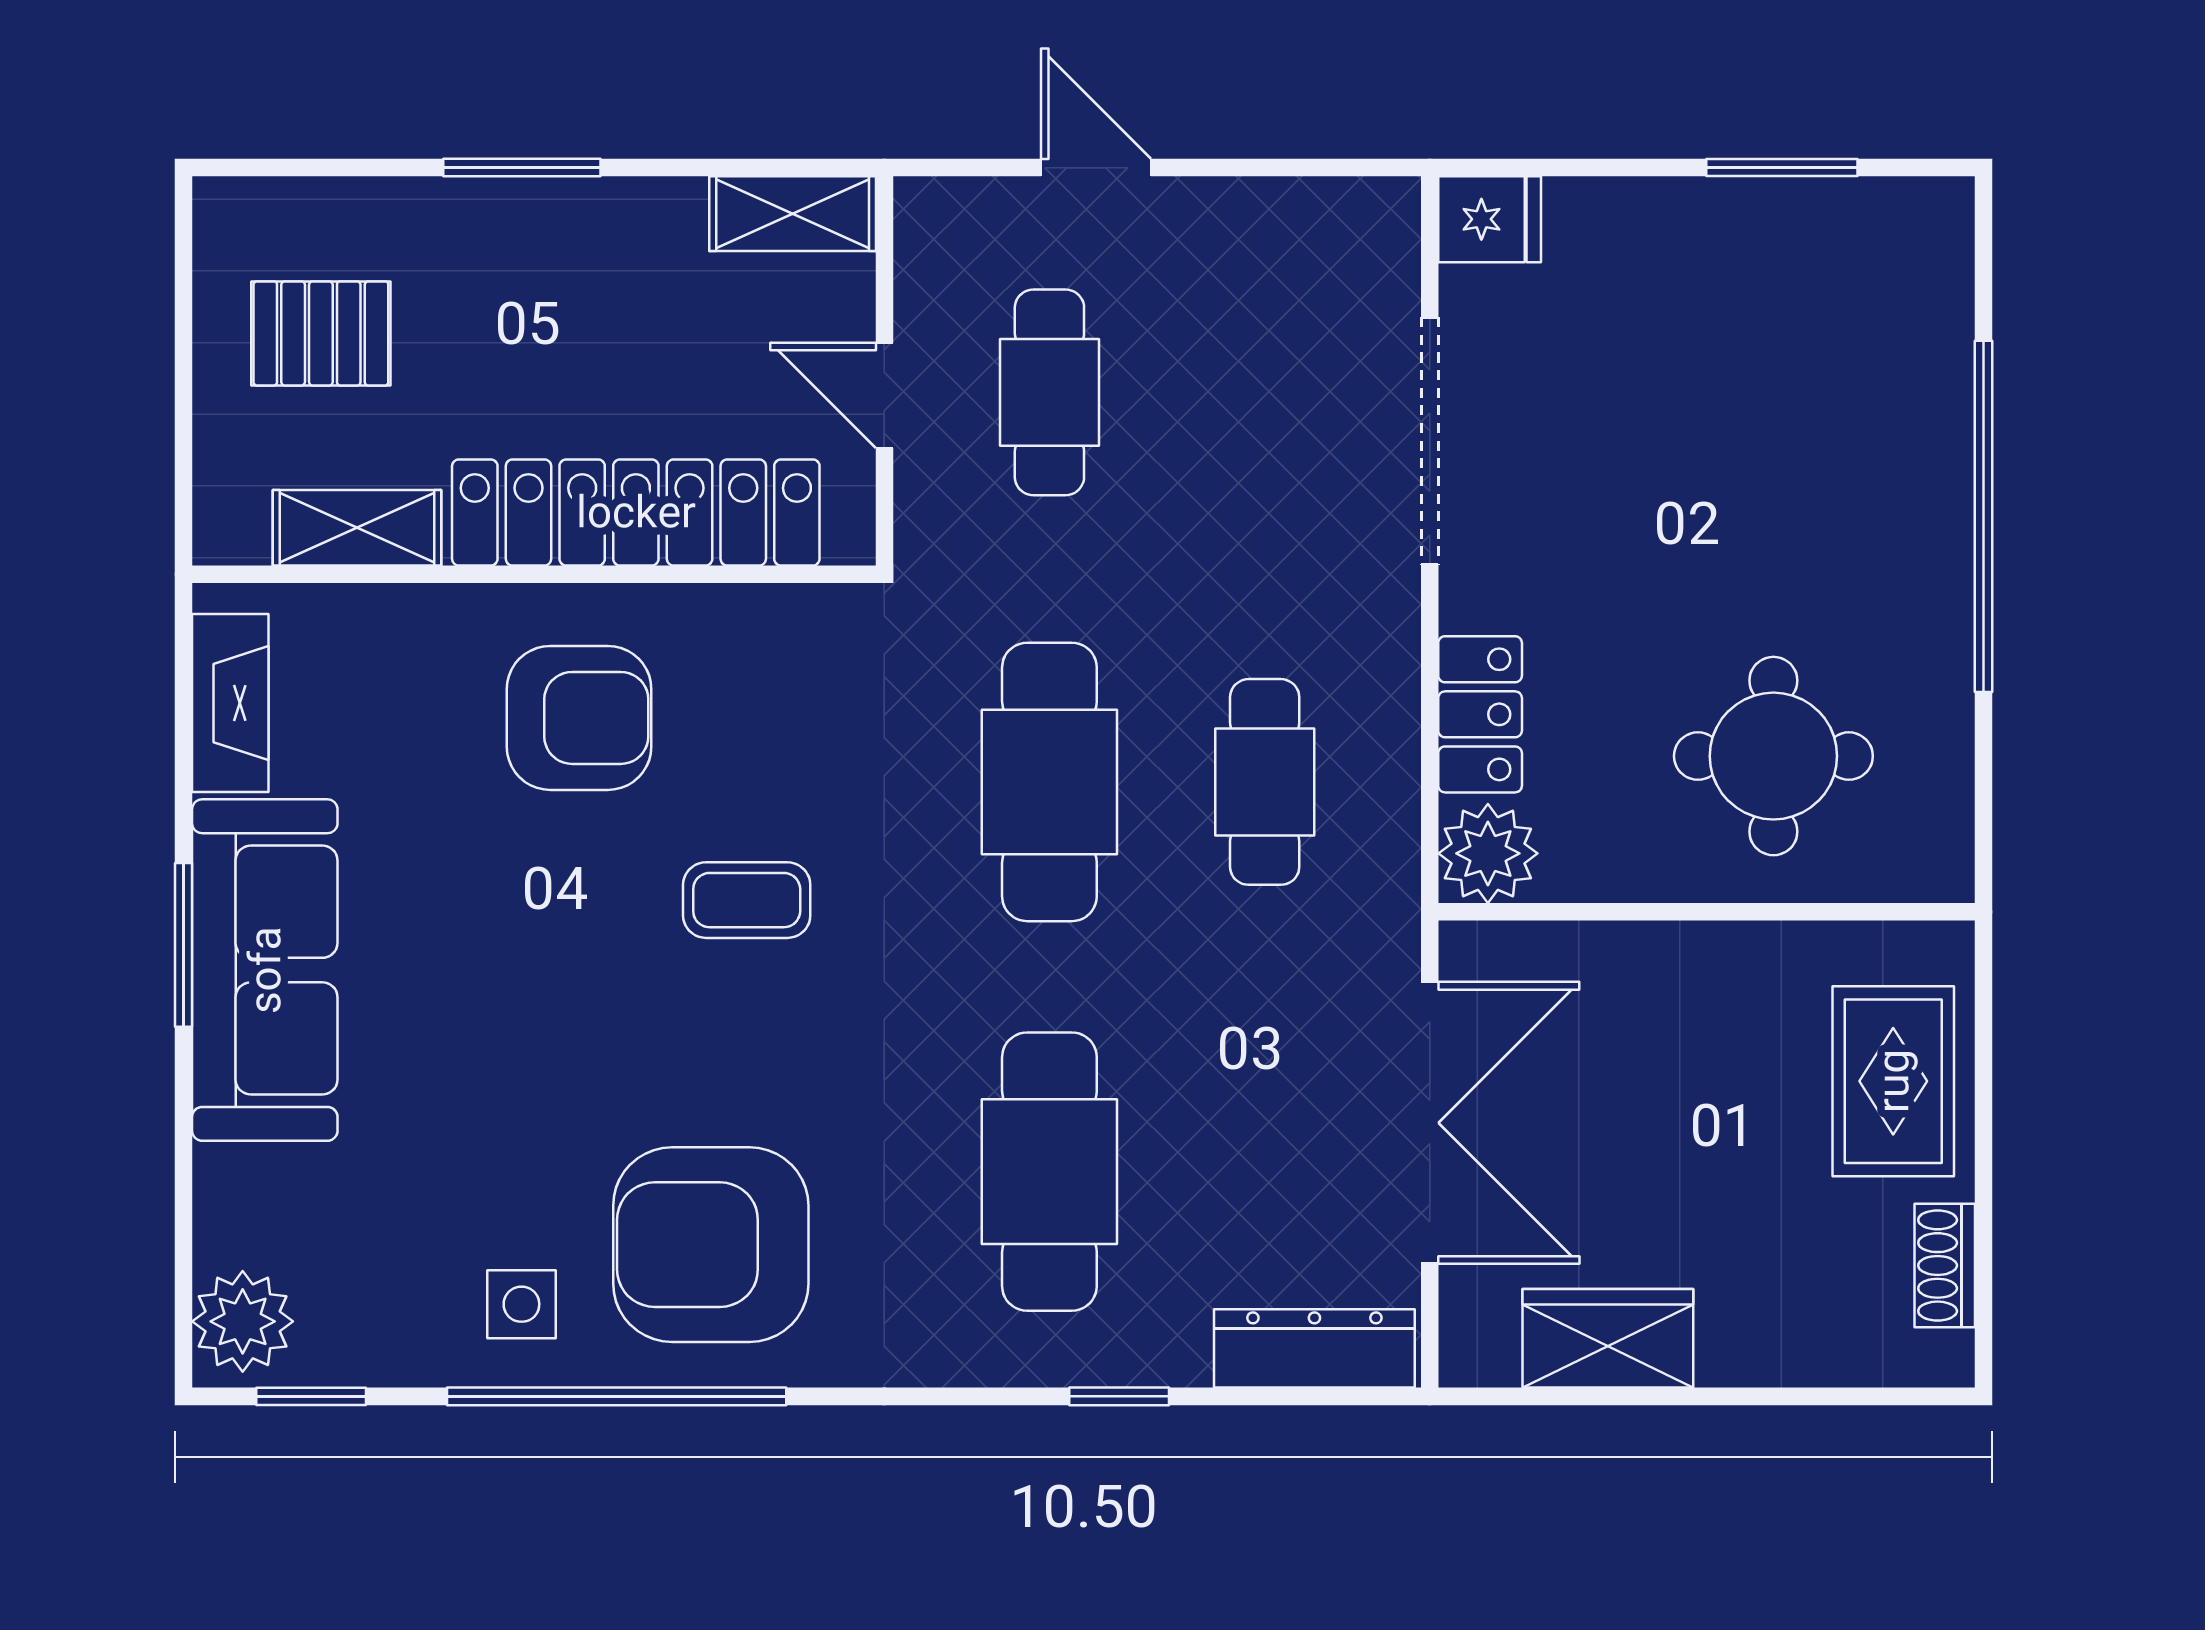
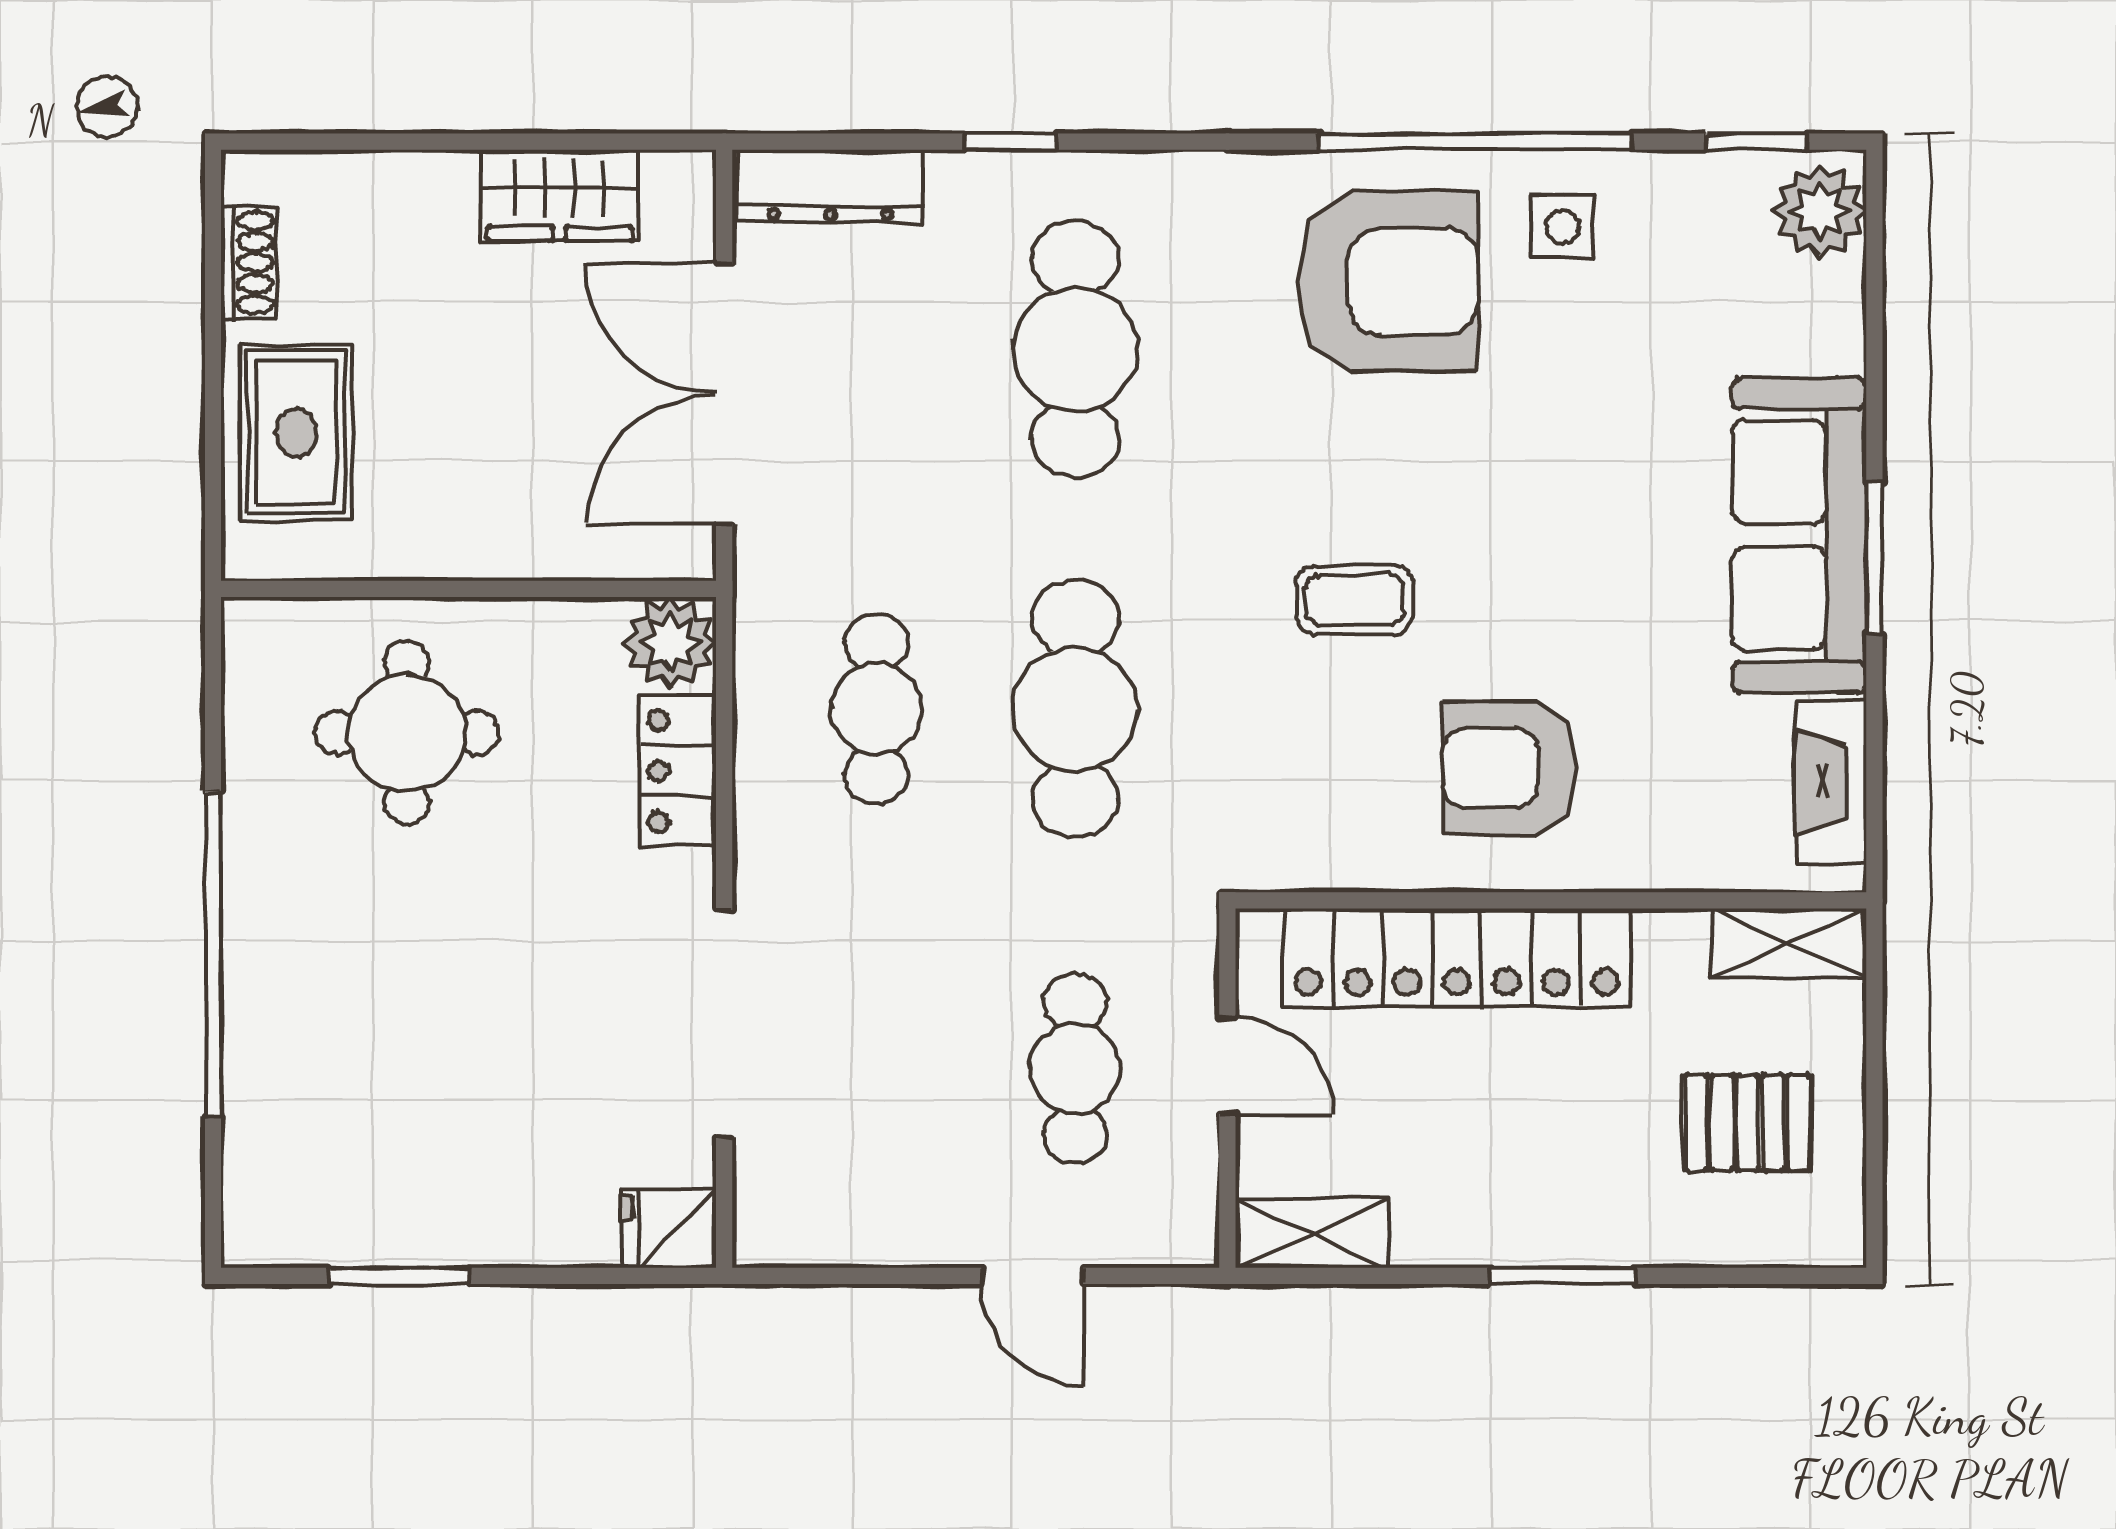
shelving: (357, 528) -> (1789, 943), moved

